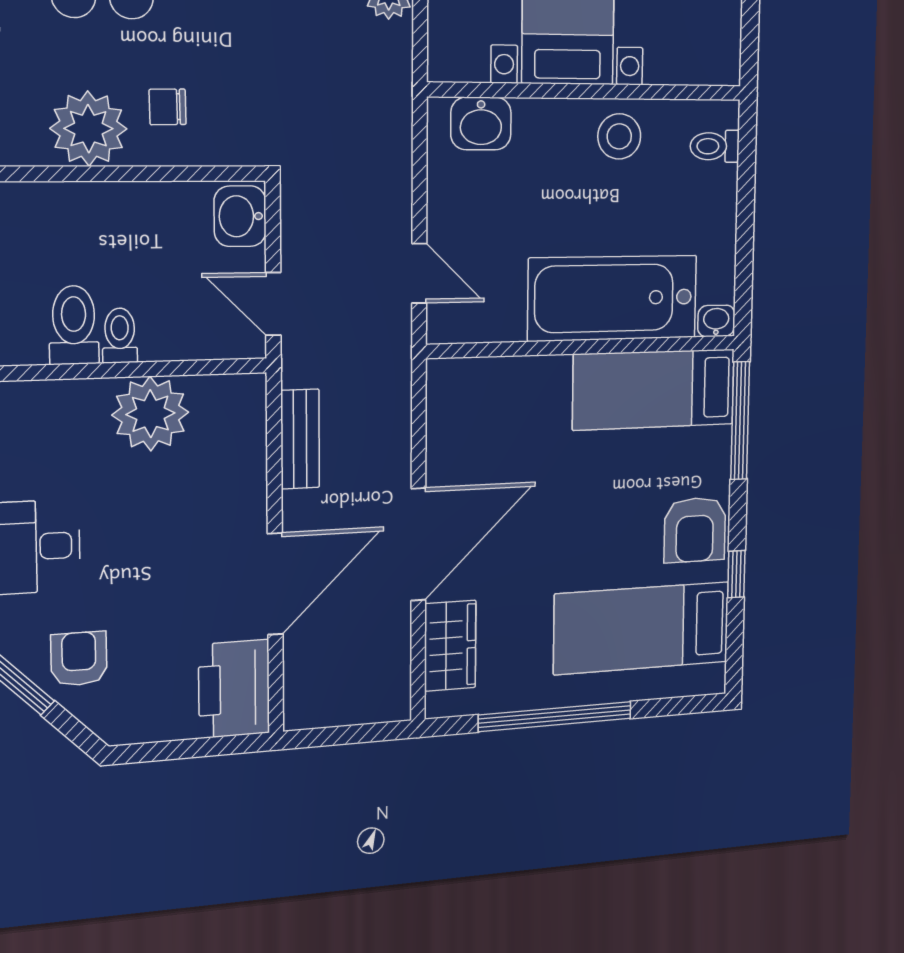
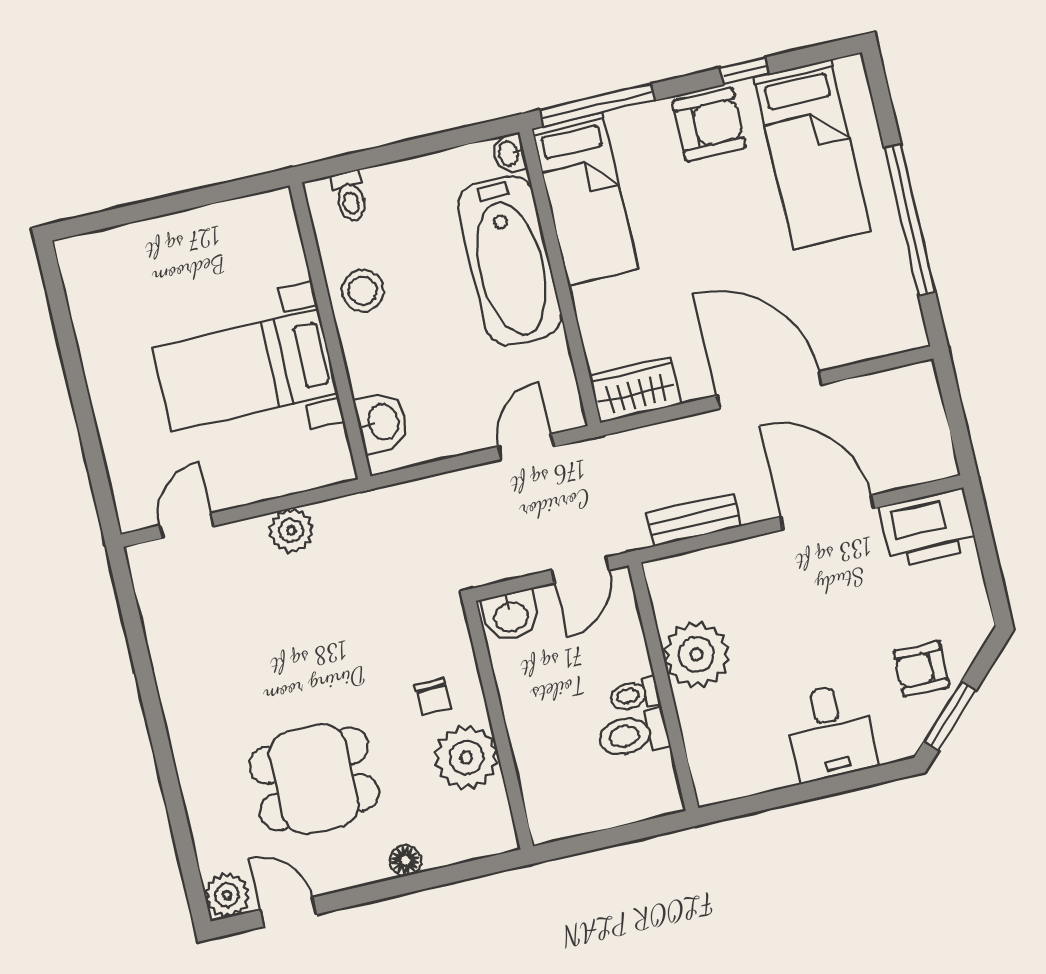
wardrobe: (450, 646) -> (636, 390), moved

